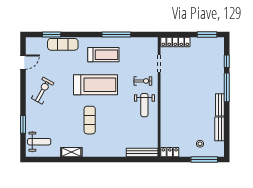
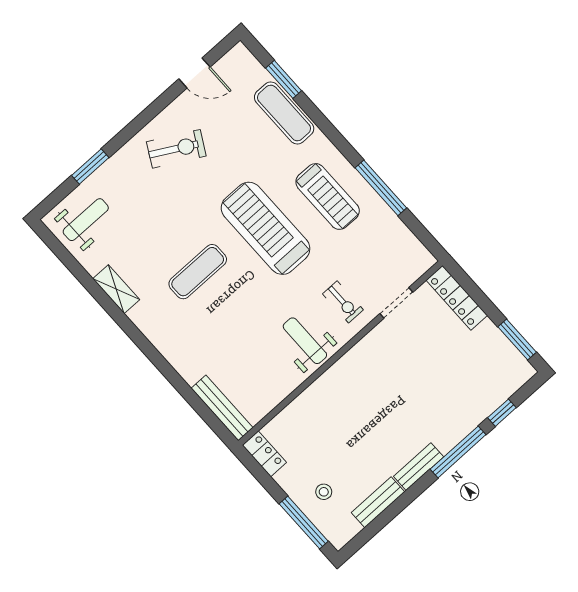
treadmill: (95, 85) -> (266, 228), turned 180
weight bench: (144, 105) -> (305, 341), turned 90
weight bench: (39, 142) -> (86, 220), turned -90

